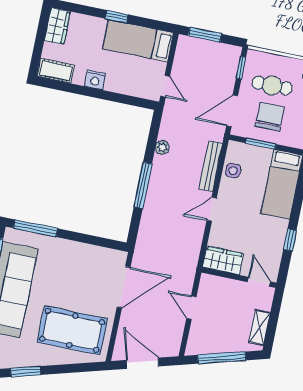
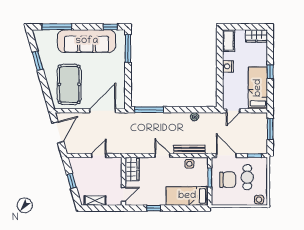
window: (143, 185) -> (149, 110), moved
door: (124, 287) -> (103, 111), swing flipped
window: (222, 358) -> (72, 181), width x0.46

